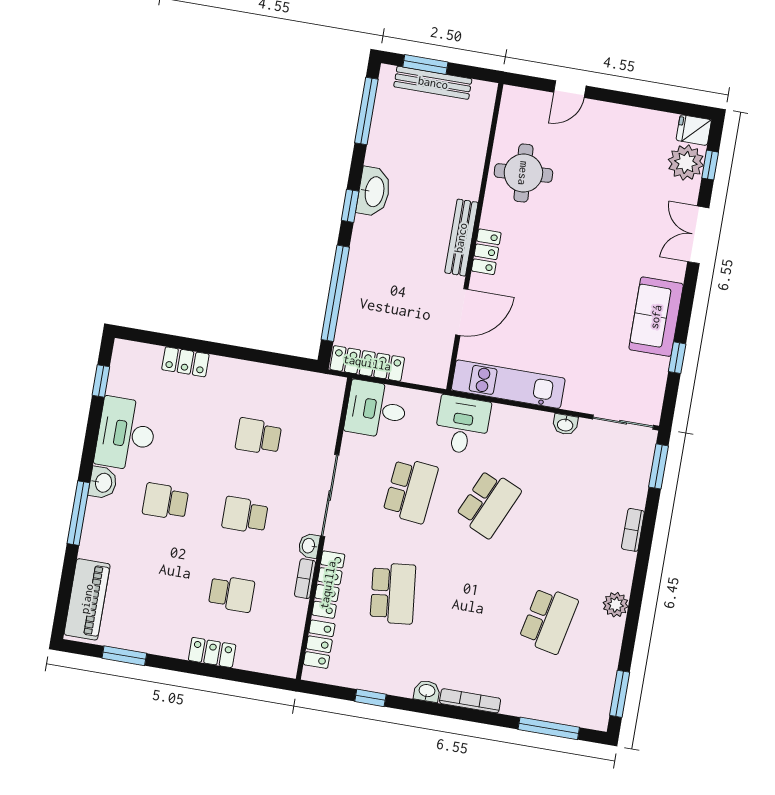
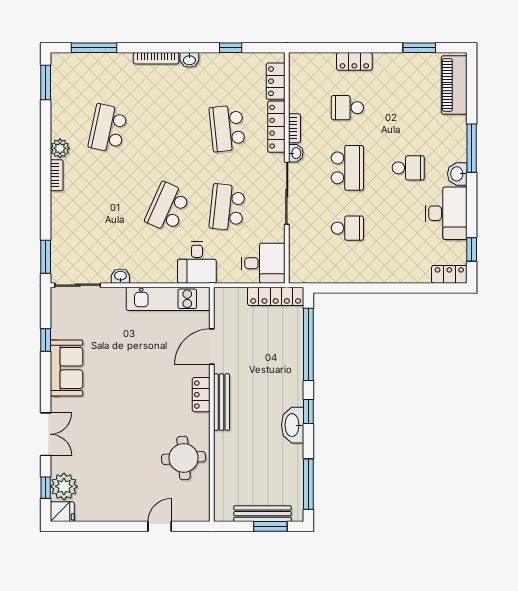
locker: (185, 362) -> (449, 274), moved
school desk: (245, 515) -> (347, 168), width x1.85
bookcase: (633, 530) -> (57, 175), moved

